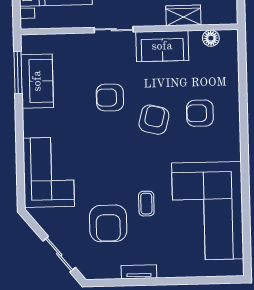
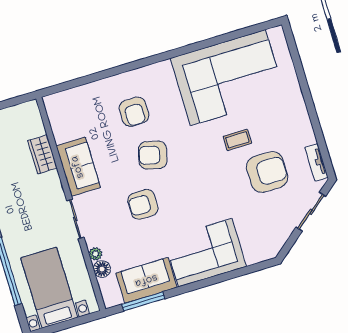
floor lamp: (211, 38) -> (102, 269), moved
plant: (75, 40) -> (95, 254), added
armchair: (110, 97) -> (143, 204), turned 90
corner sofa: (49, 172) -> (205, 253), moved
tv unit: (139, 272) -> (316, 162), moved

